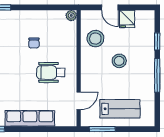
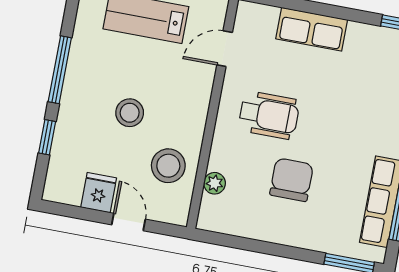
plant: (71, 16) -> (215, 183), moved
chair: (34, 43) -> (292, 180), width x1.87, depth x1.87
row of seats: (30, 118) -> (312, 29), width x0.68

